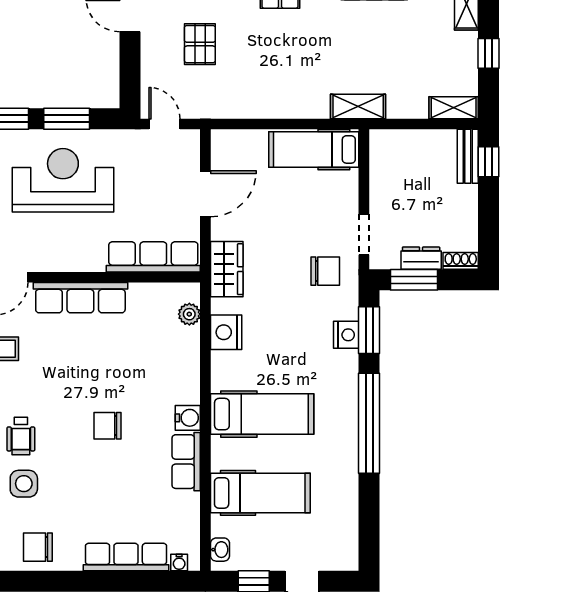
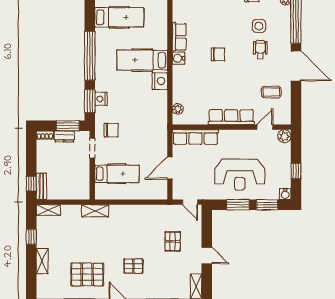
hospital bed: (314, 149) -> (117, 174), moved
wardrobe: (227, 269) -> (160, 131), removed
chair: (325, 271) -> (111, 130), turned 180
nightstand: (226, 332) -> (160, 81), moved
hospital bed: (260, 493) -> (119, 17), moved, turned 180

